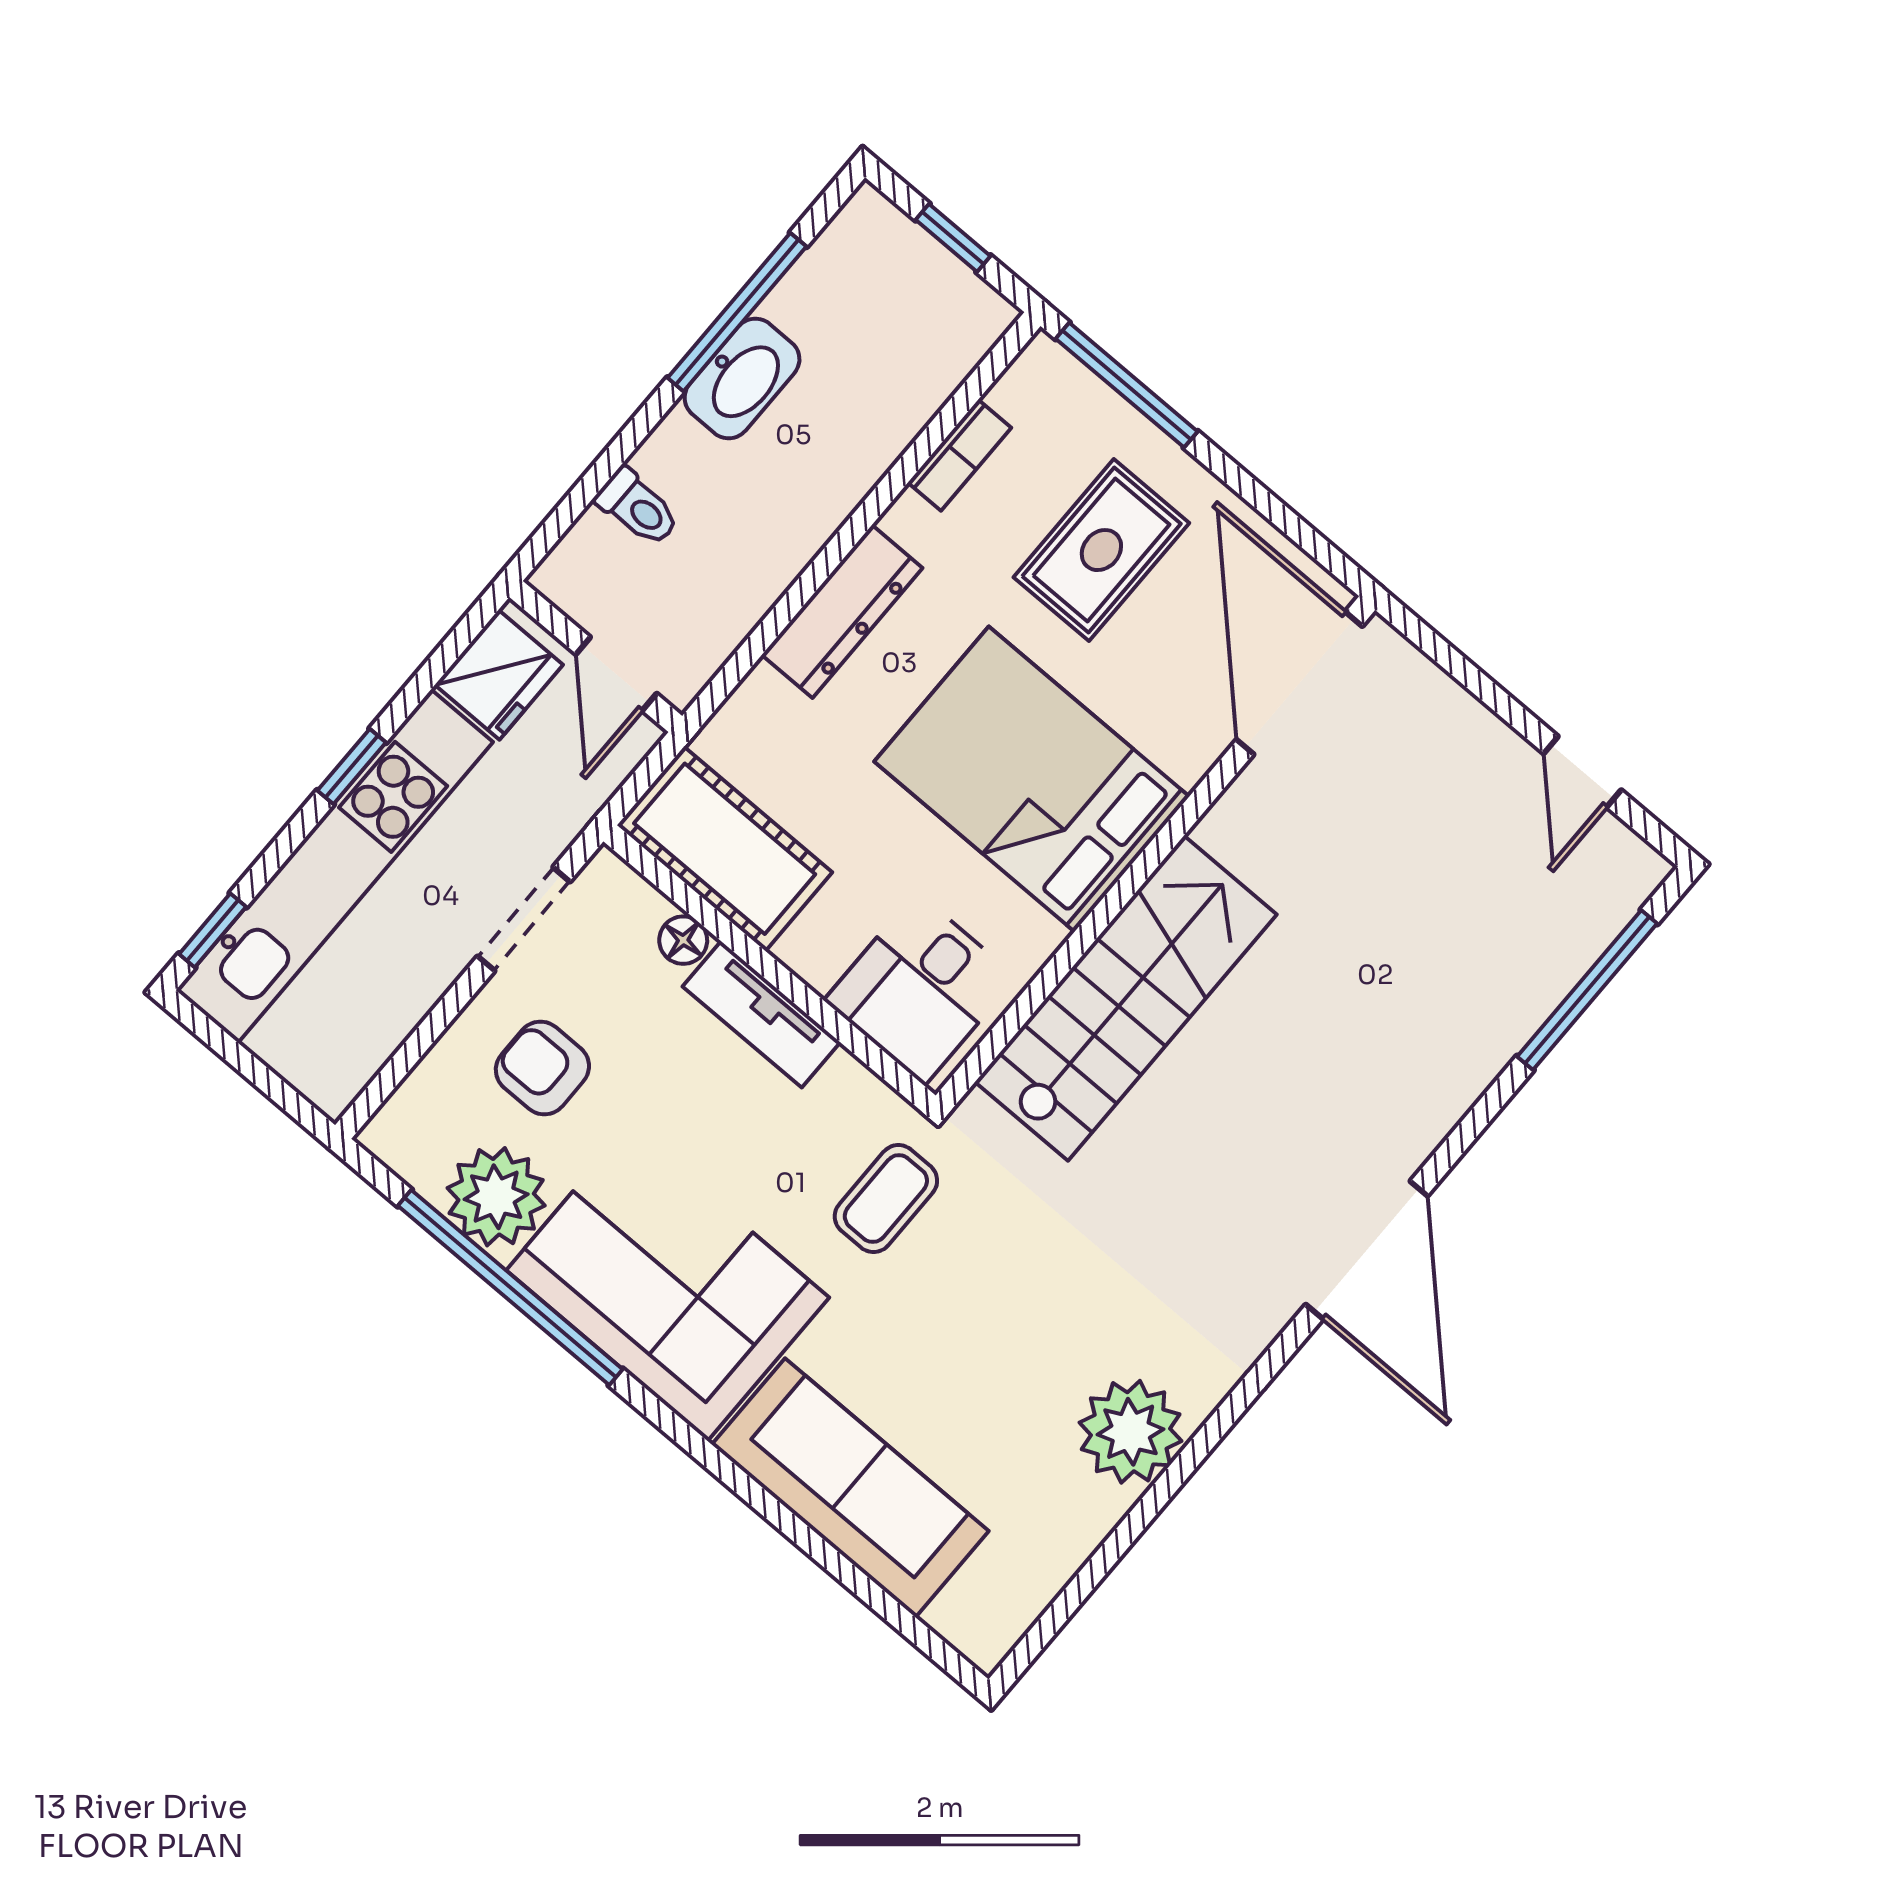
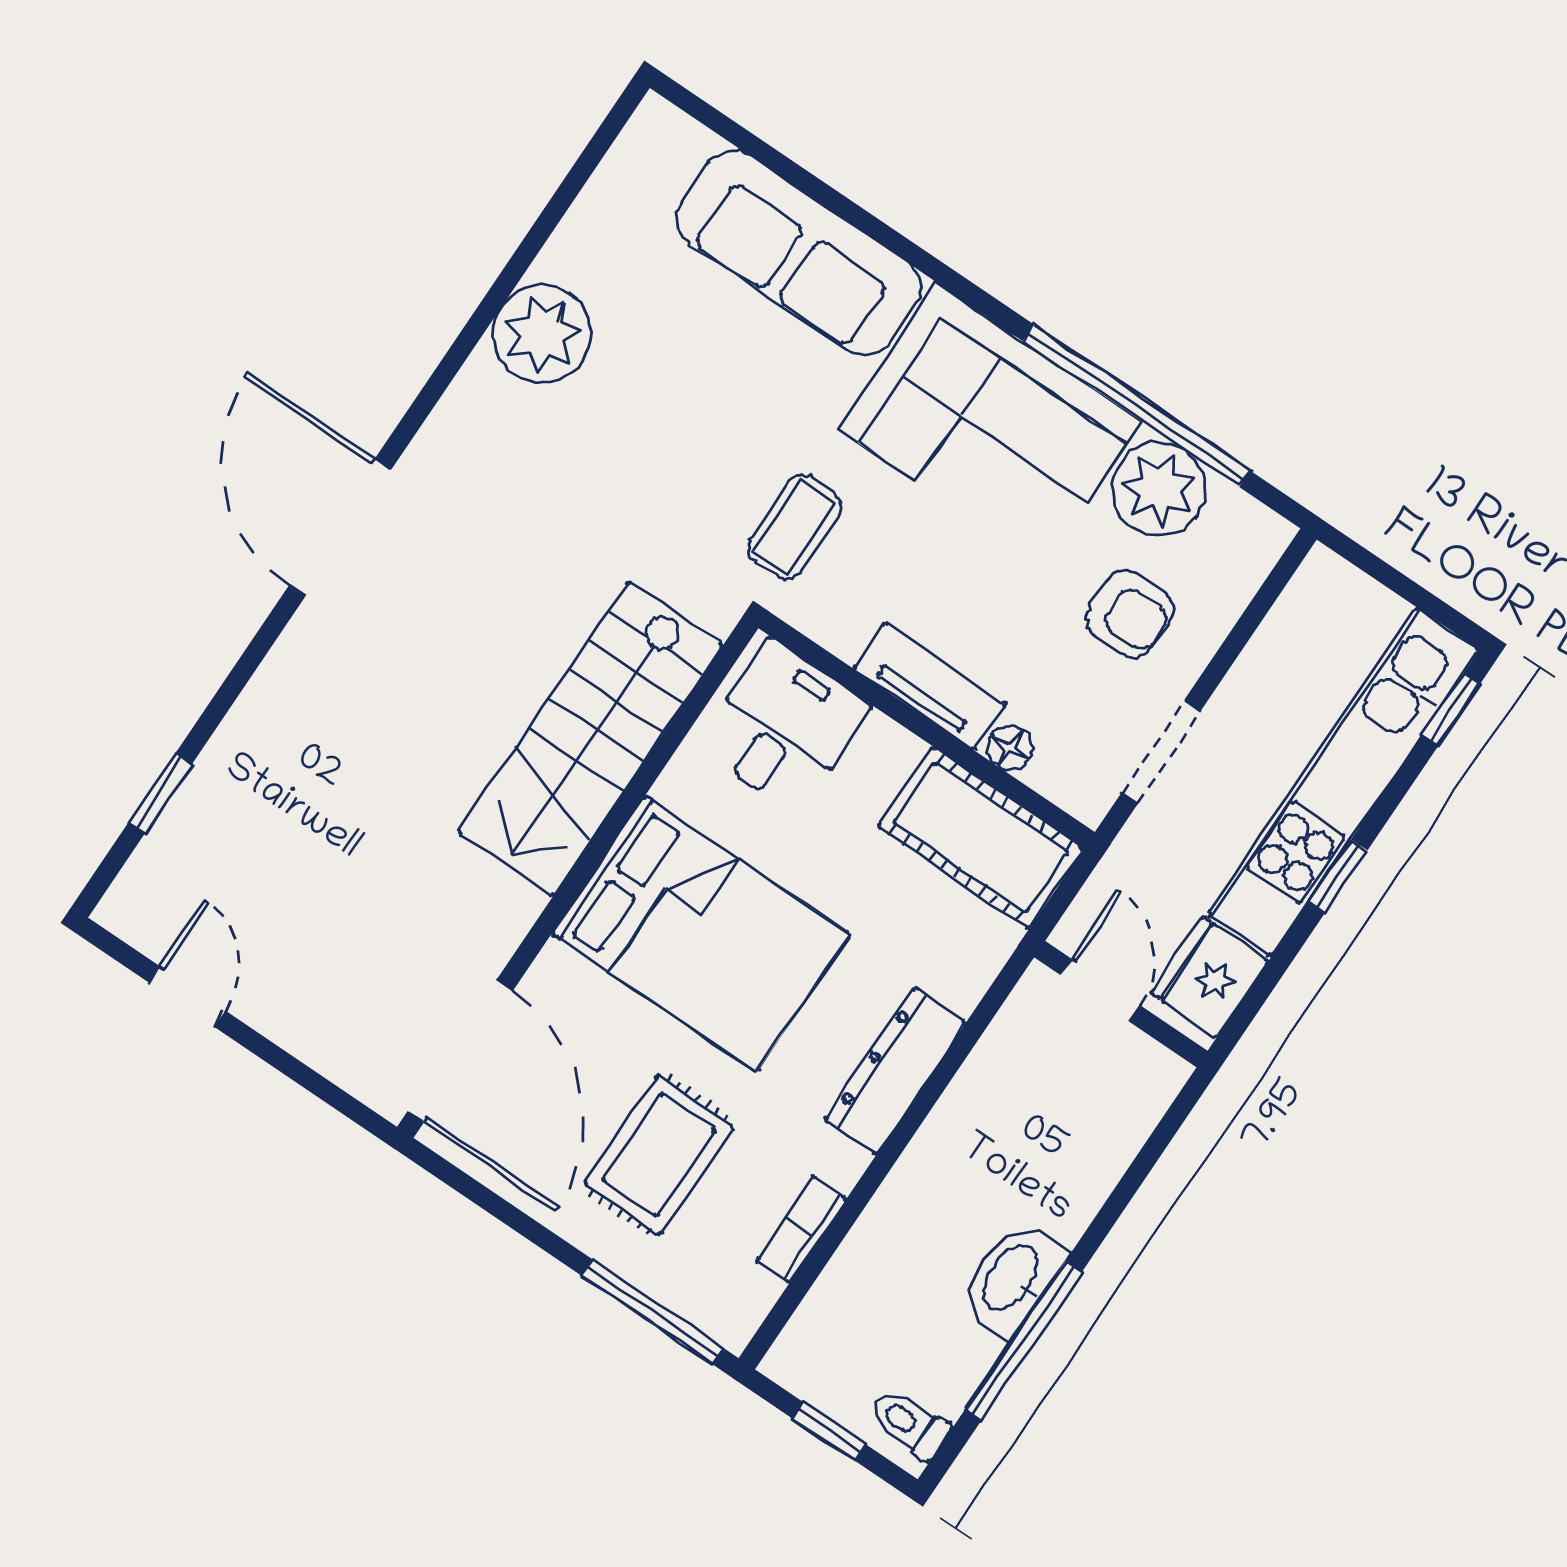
toilet: (638, 507) -> (909, 1424), moved
window: (1587, 990) -> (160, 793), width x0.46

